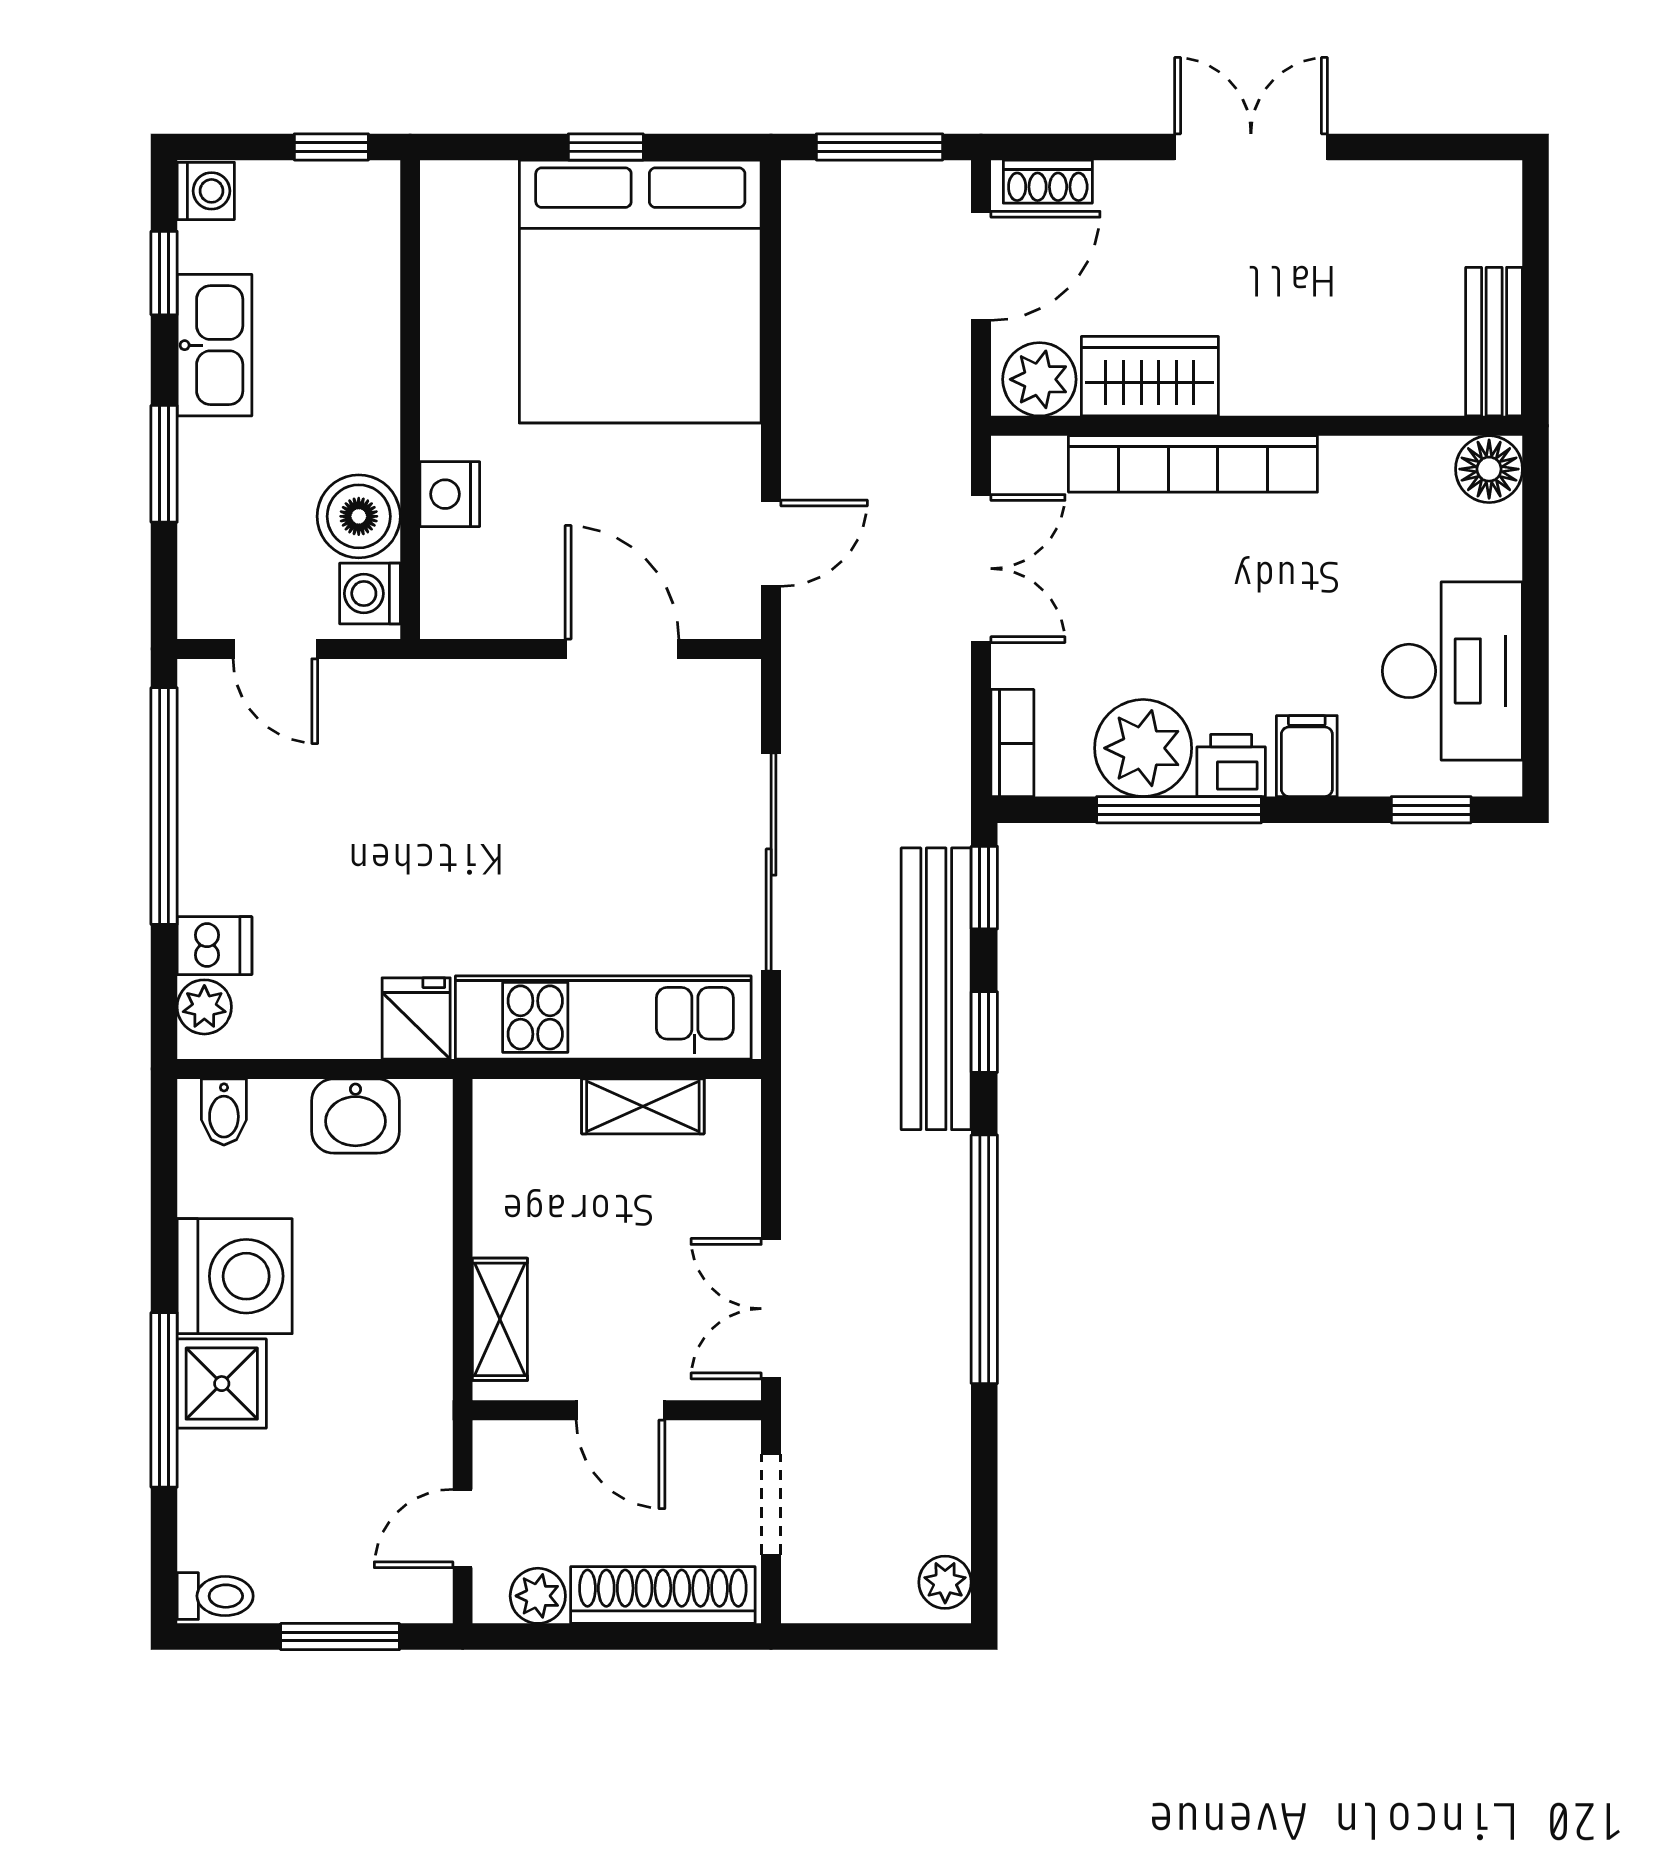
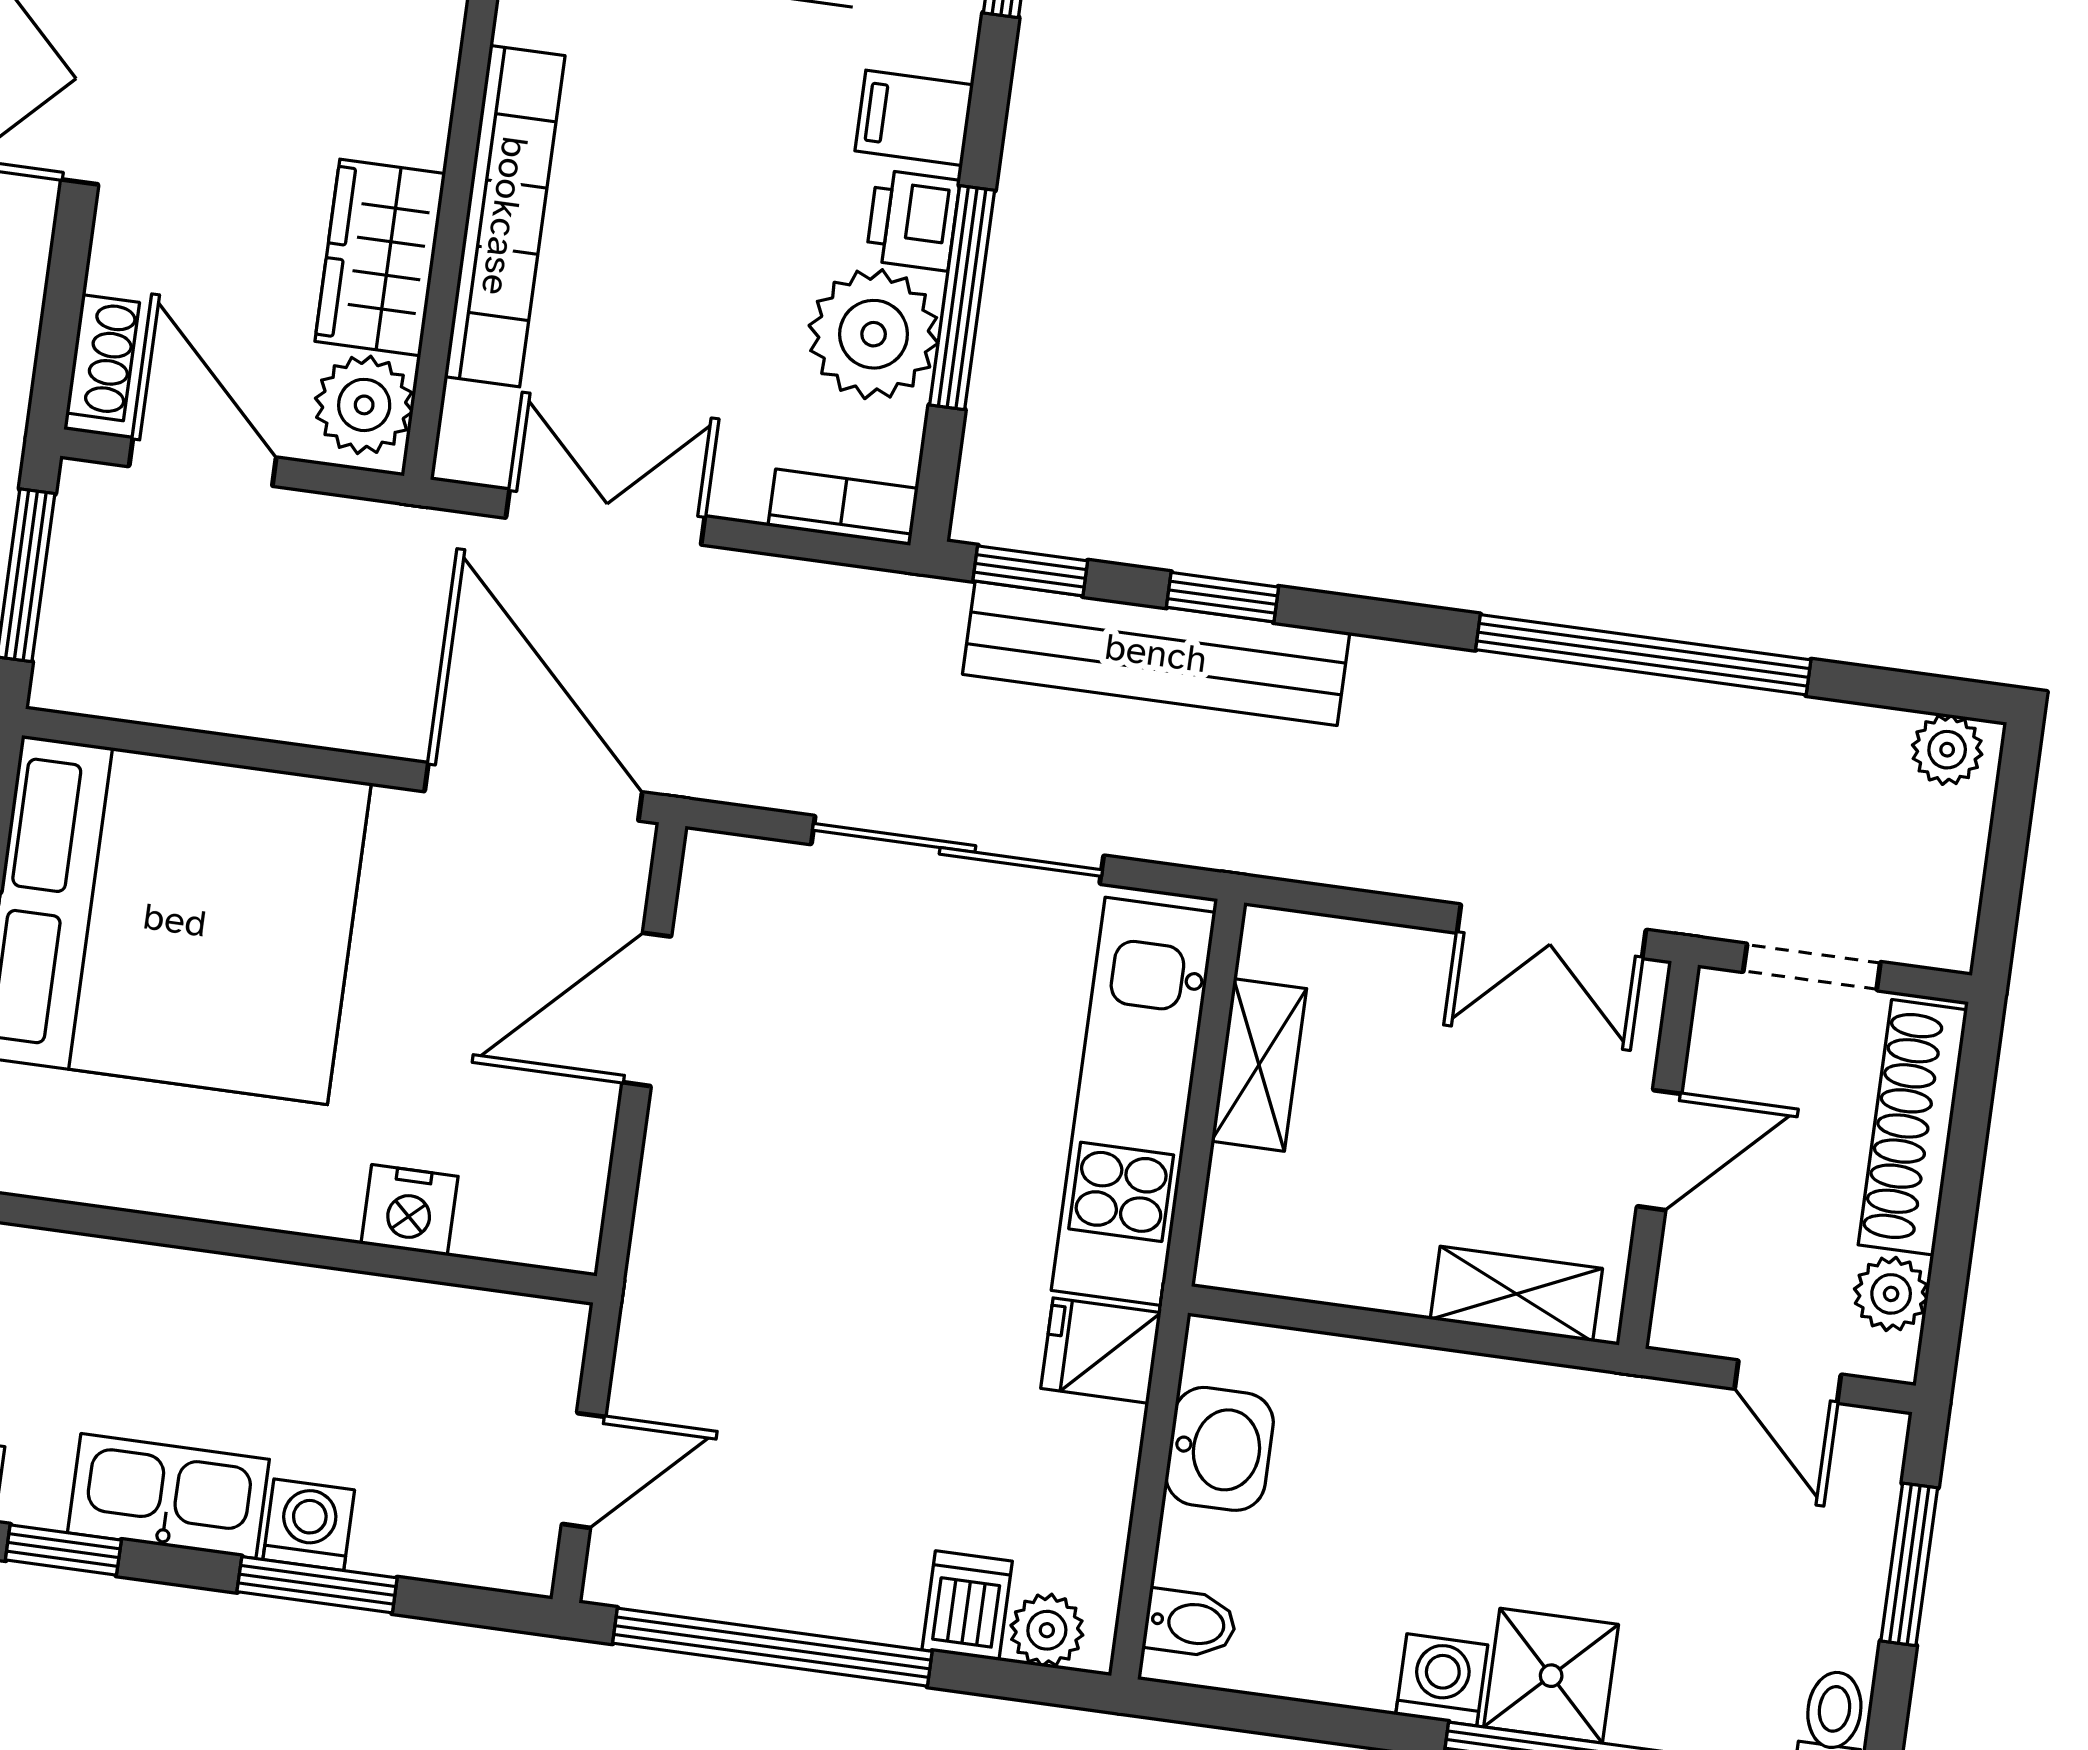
boiler: (359, 516) -> (422, 1335), removed
door: (771, 543) -> (533, 792), width x1.88
washing machine: (370, 593) -> (309, 1525), moved, turned 180
window: (984, 1259) -> (1643, 655), moved
washing machine: (235, 1276) -> (1442, 1680), width x0.53, depth x0.53

